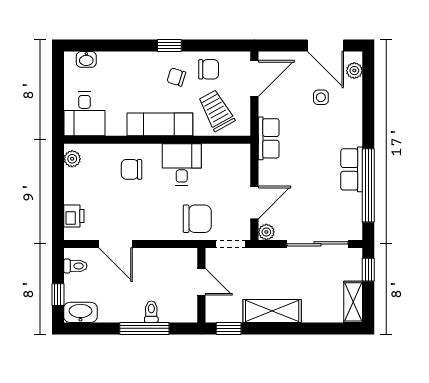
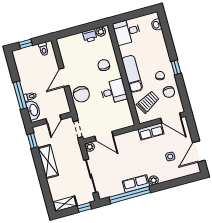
plant: (354, 71) -> (154, 180), moved
row of seats: (269, 138) -> (151, 132), moved
printer: (74, 216) -> (90, 36), moved
chair: (197, 219) -> (81, 94), moved
door: (116, 244) -> (64, 77), moved
washbasin: (80, 312) -> (33, 110), moved

